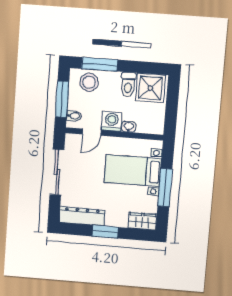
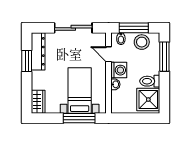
stool: (89, 82) -> (142, 42), moved
window: (165, 188) -> (79, 118), moved
window: (105, 232) -> (27, 61), moved

